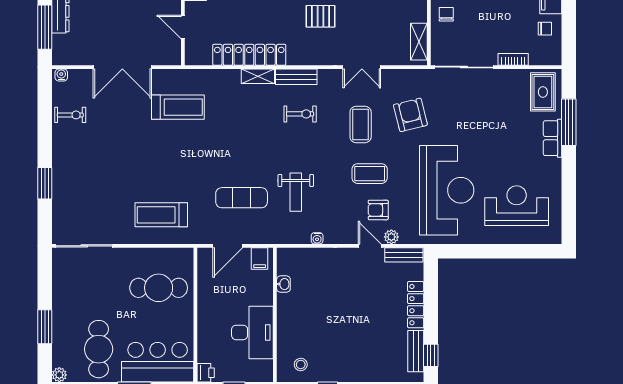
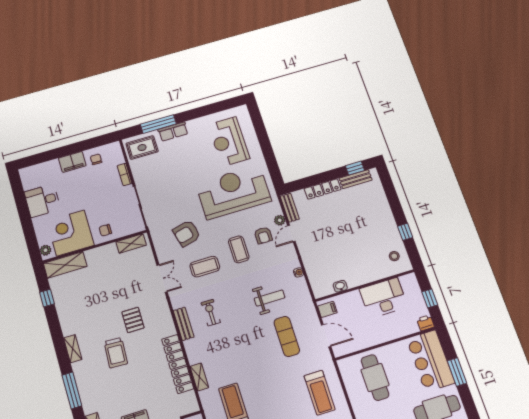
shelving: (258, 76) -> (199, 377), moved

